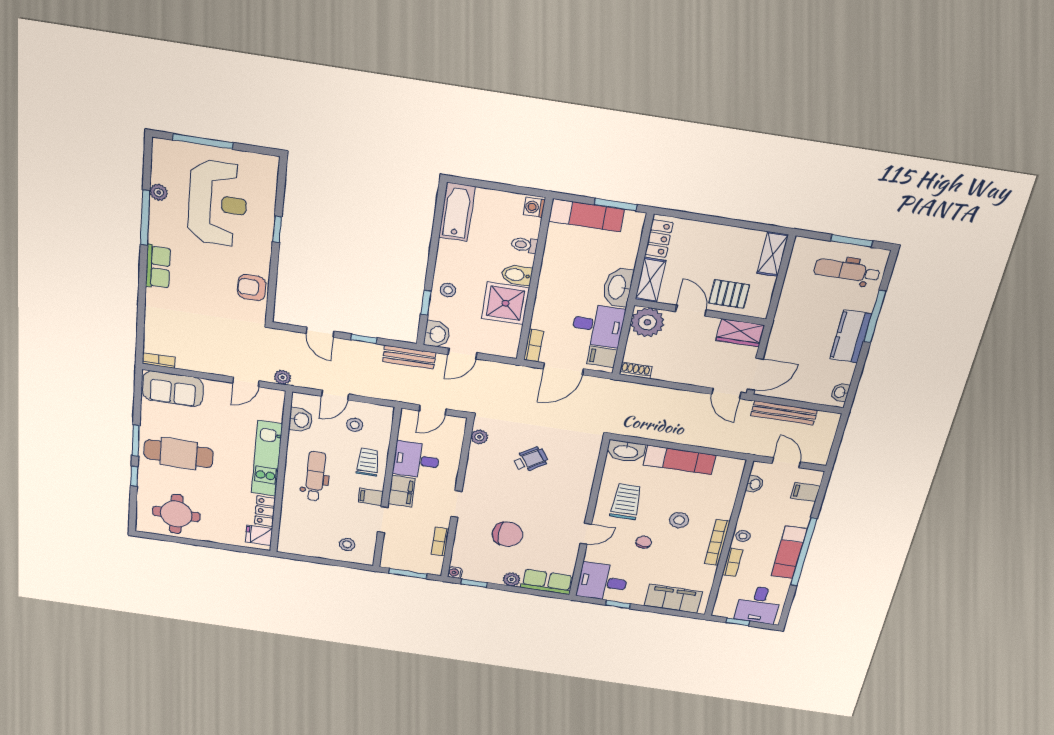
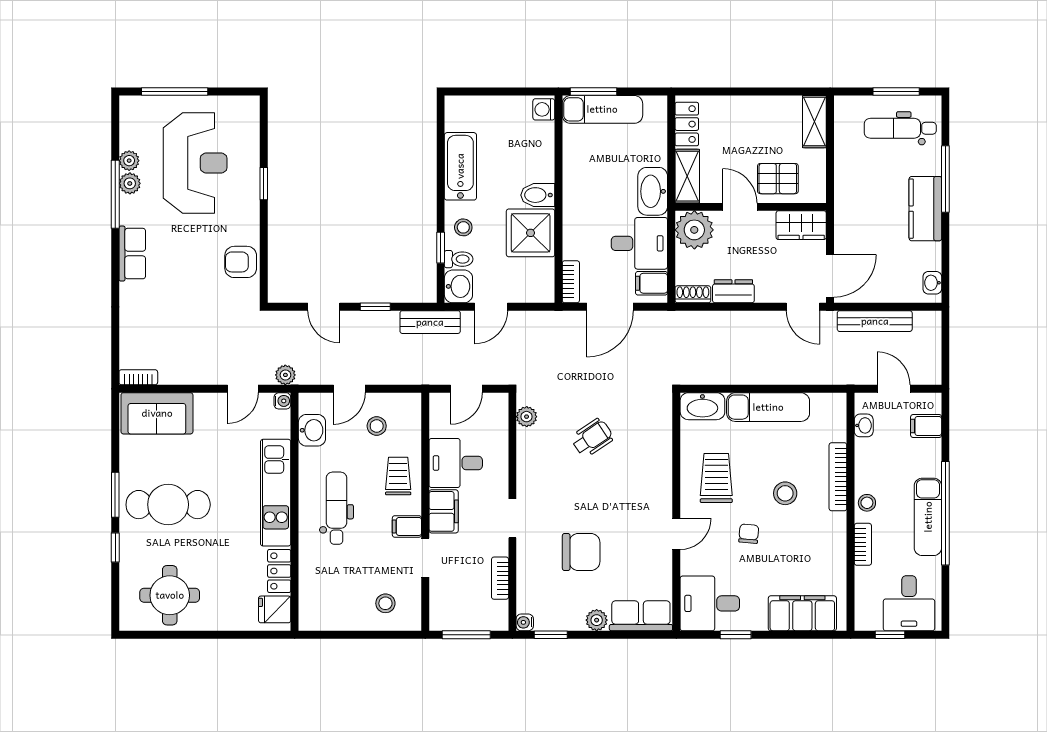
window: (616, 205) -> (594, 92), moved
plant: (158, 211) -> (130, 183), added
bathtub: (457, 212) -> (460, 166), moved
toilet: (524, 245) -> (459, 259), moved, turned 180
dresser: (670, 373) -> (733, 291), added
water cooler: (278, 396) -> (282, 401), added
bookcase: (717, 542) -> (838, 477), moved

